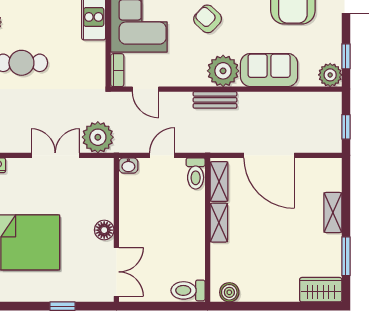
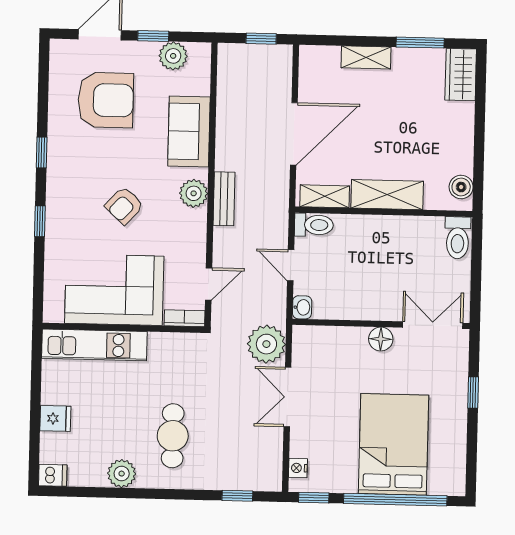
window: (346, 56) -> (153, 36), moved
plant: (223, 71) -> (194, 193), width x0.73, depth x0.73
plant: (330, 75) -> (173, 56), moved
shelving: (219, 223) -> (387, 195), width x1.50, depth x1.33

